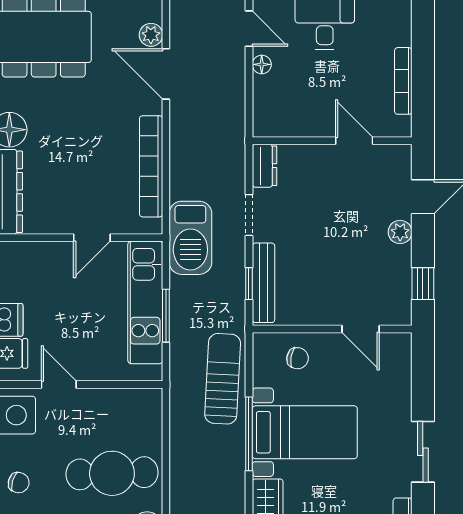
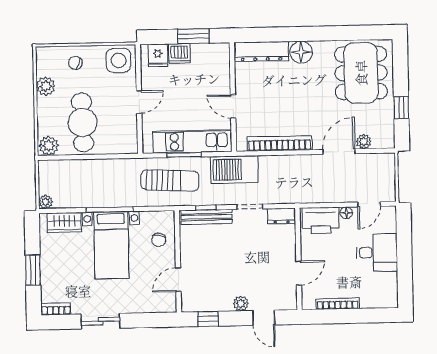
printer: (273, 105) -> (321, 220), added
sun lounger: (223, 379) -> (170, 180), moved
door: (59, 384) -> (139, 102), moved
chair: (19, 483) -> (75, 63), turned 92

